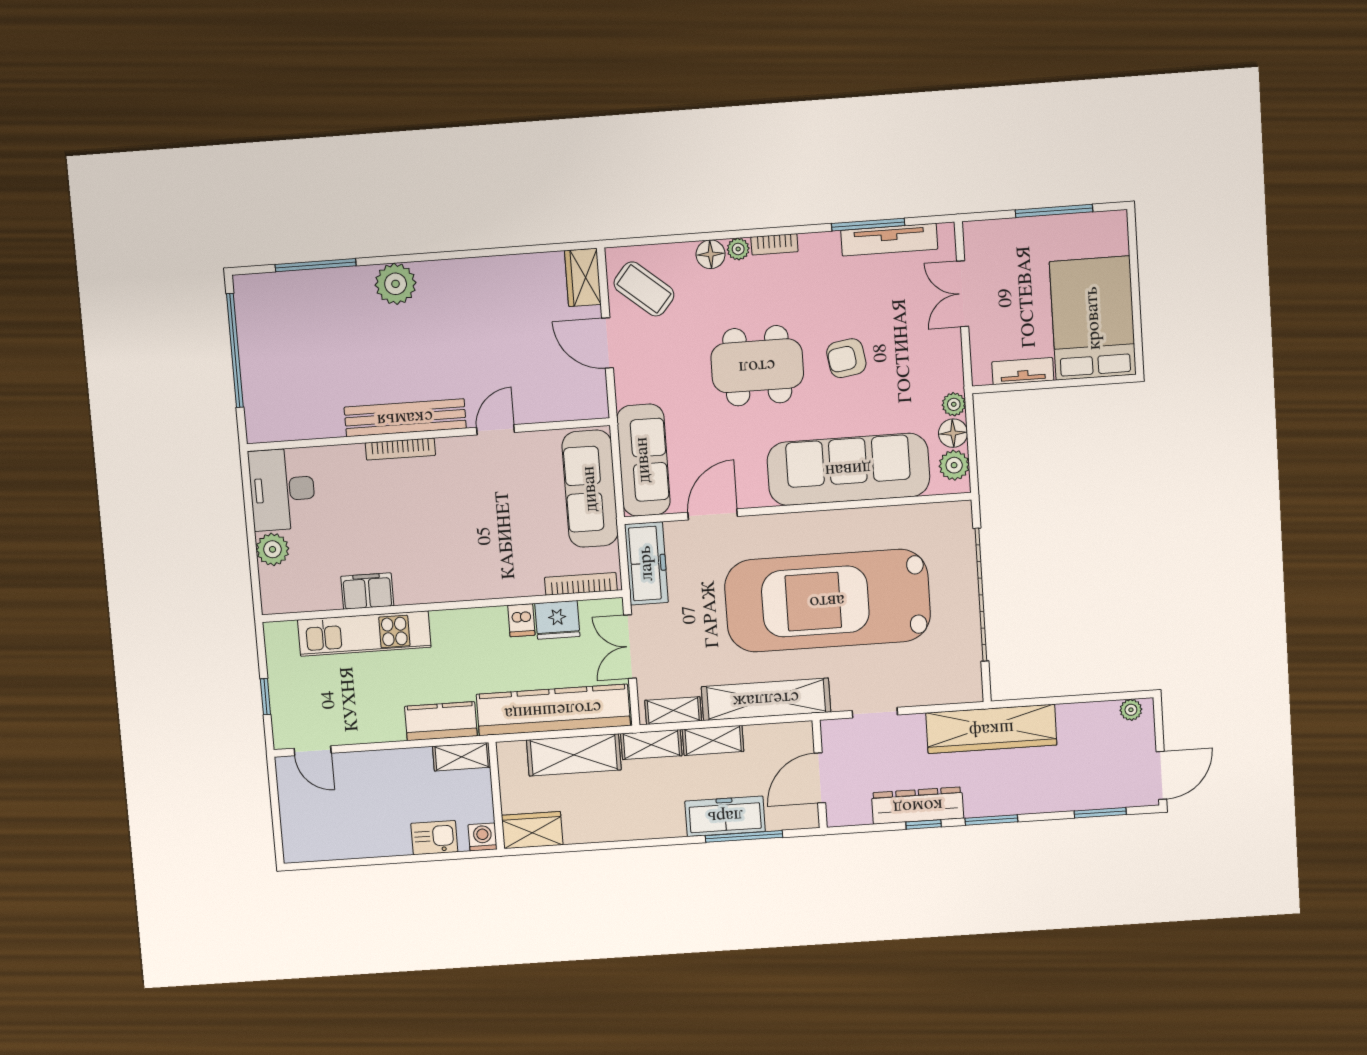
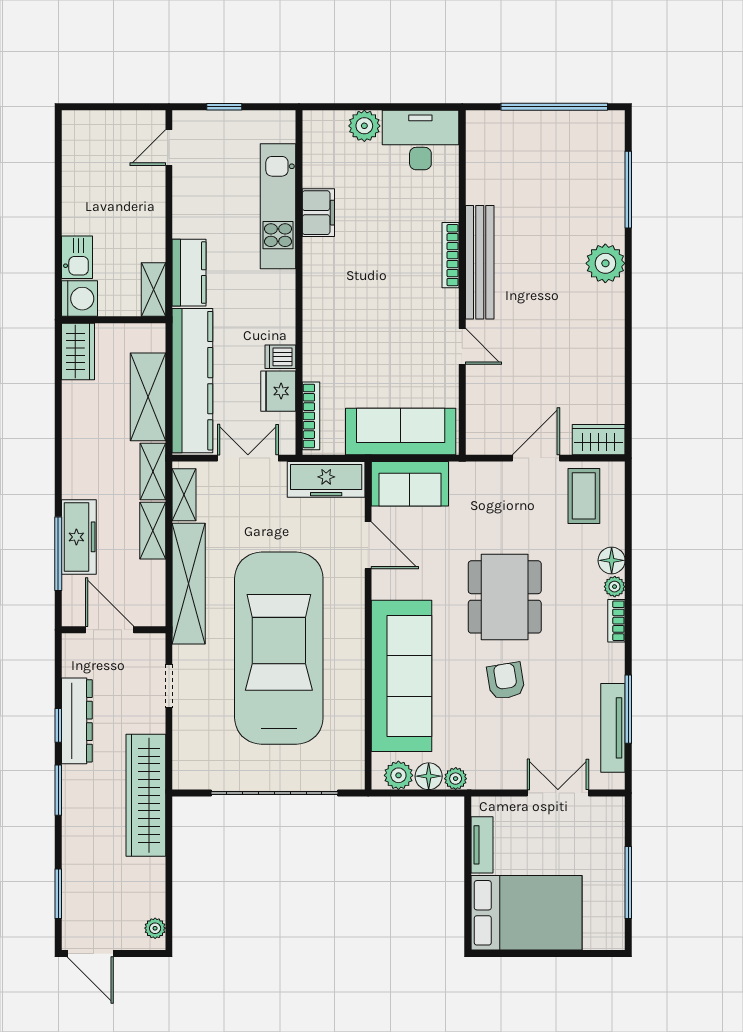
coffee table: (644, 289) -> (584, 496), turned -40
sofa: (643, 460) -> (410, 484), width x0.73
washing machine: (483, 837) -> (79, 299), width x1.38, depth x1.38

